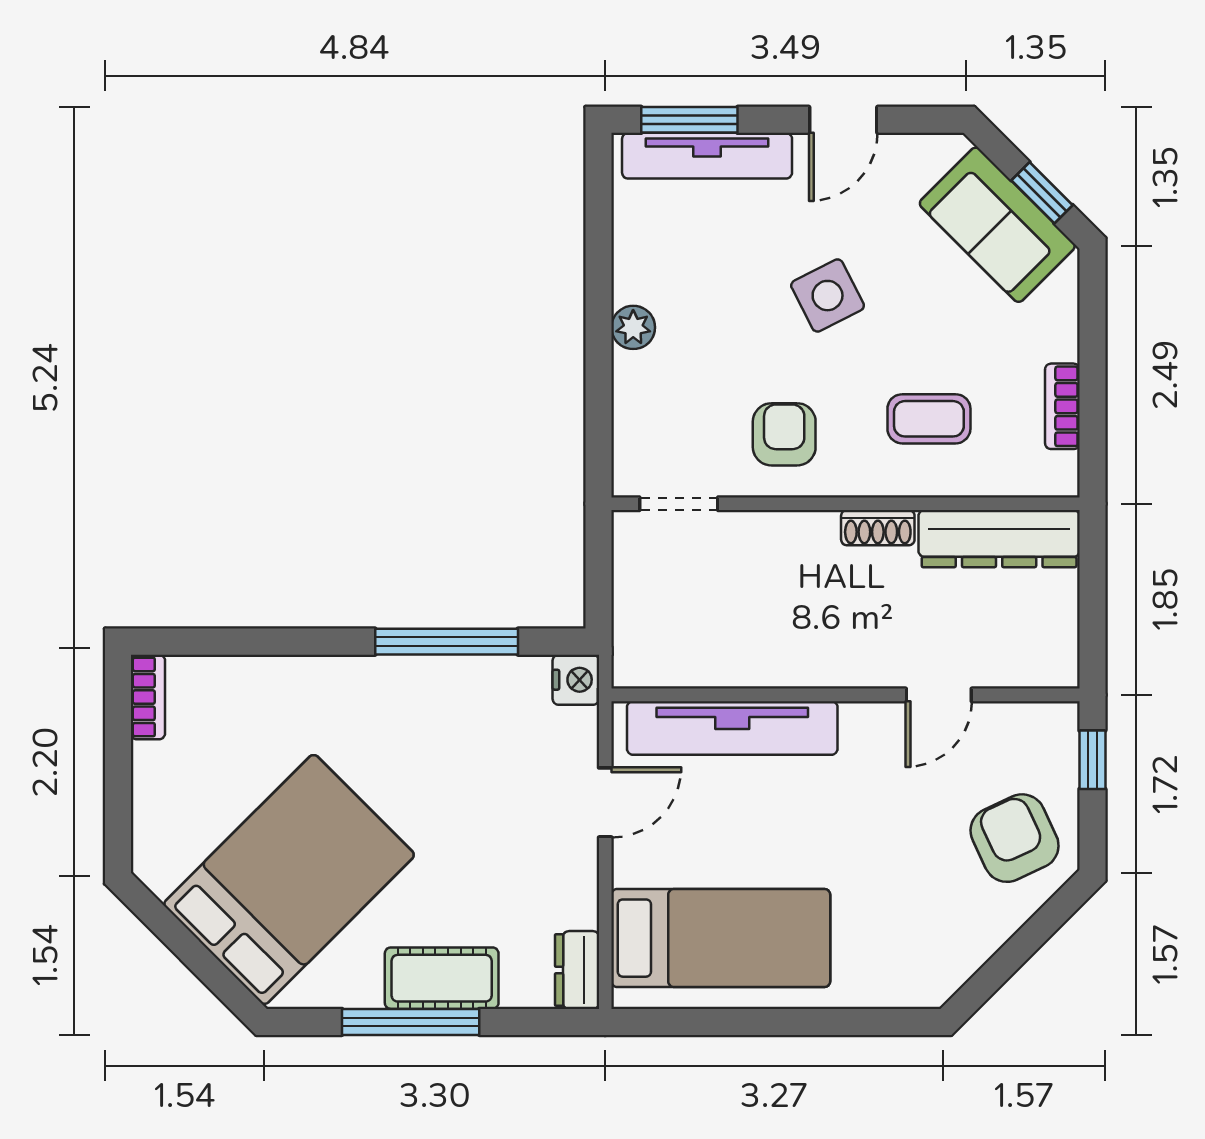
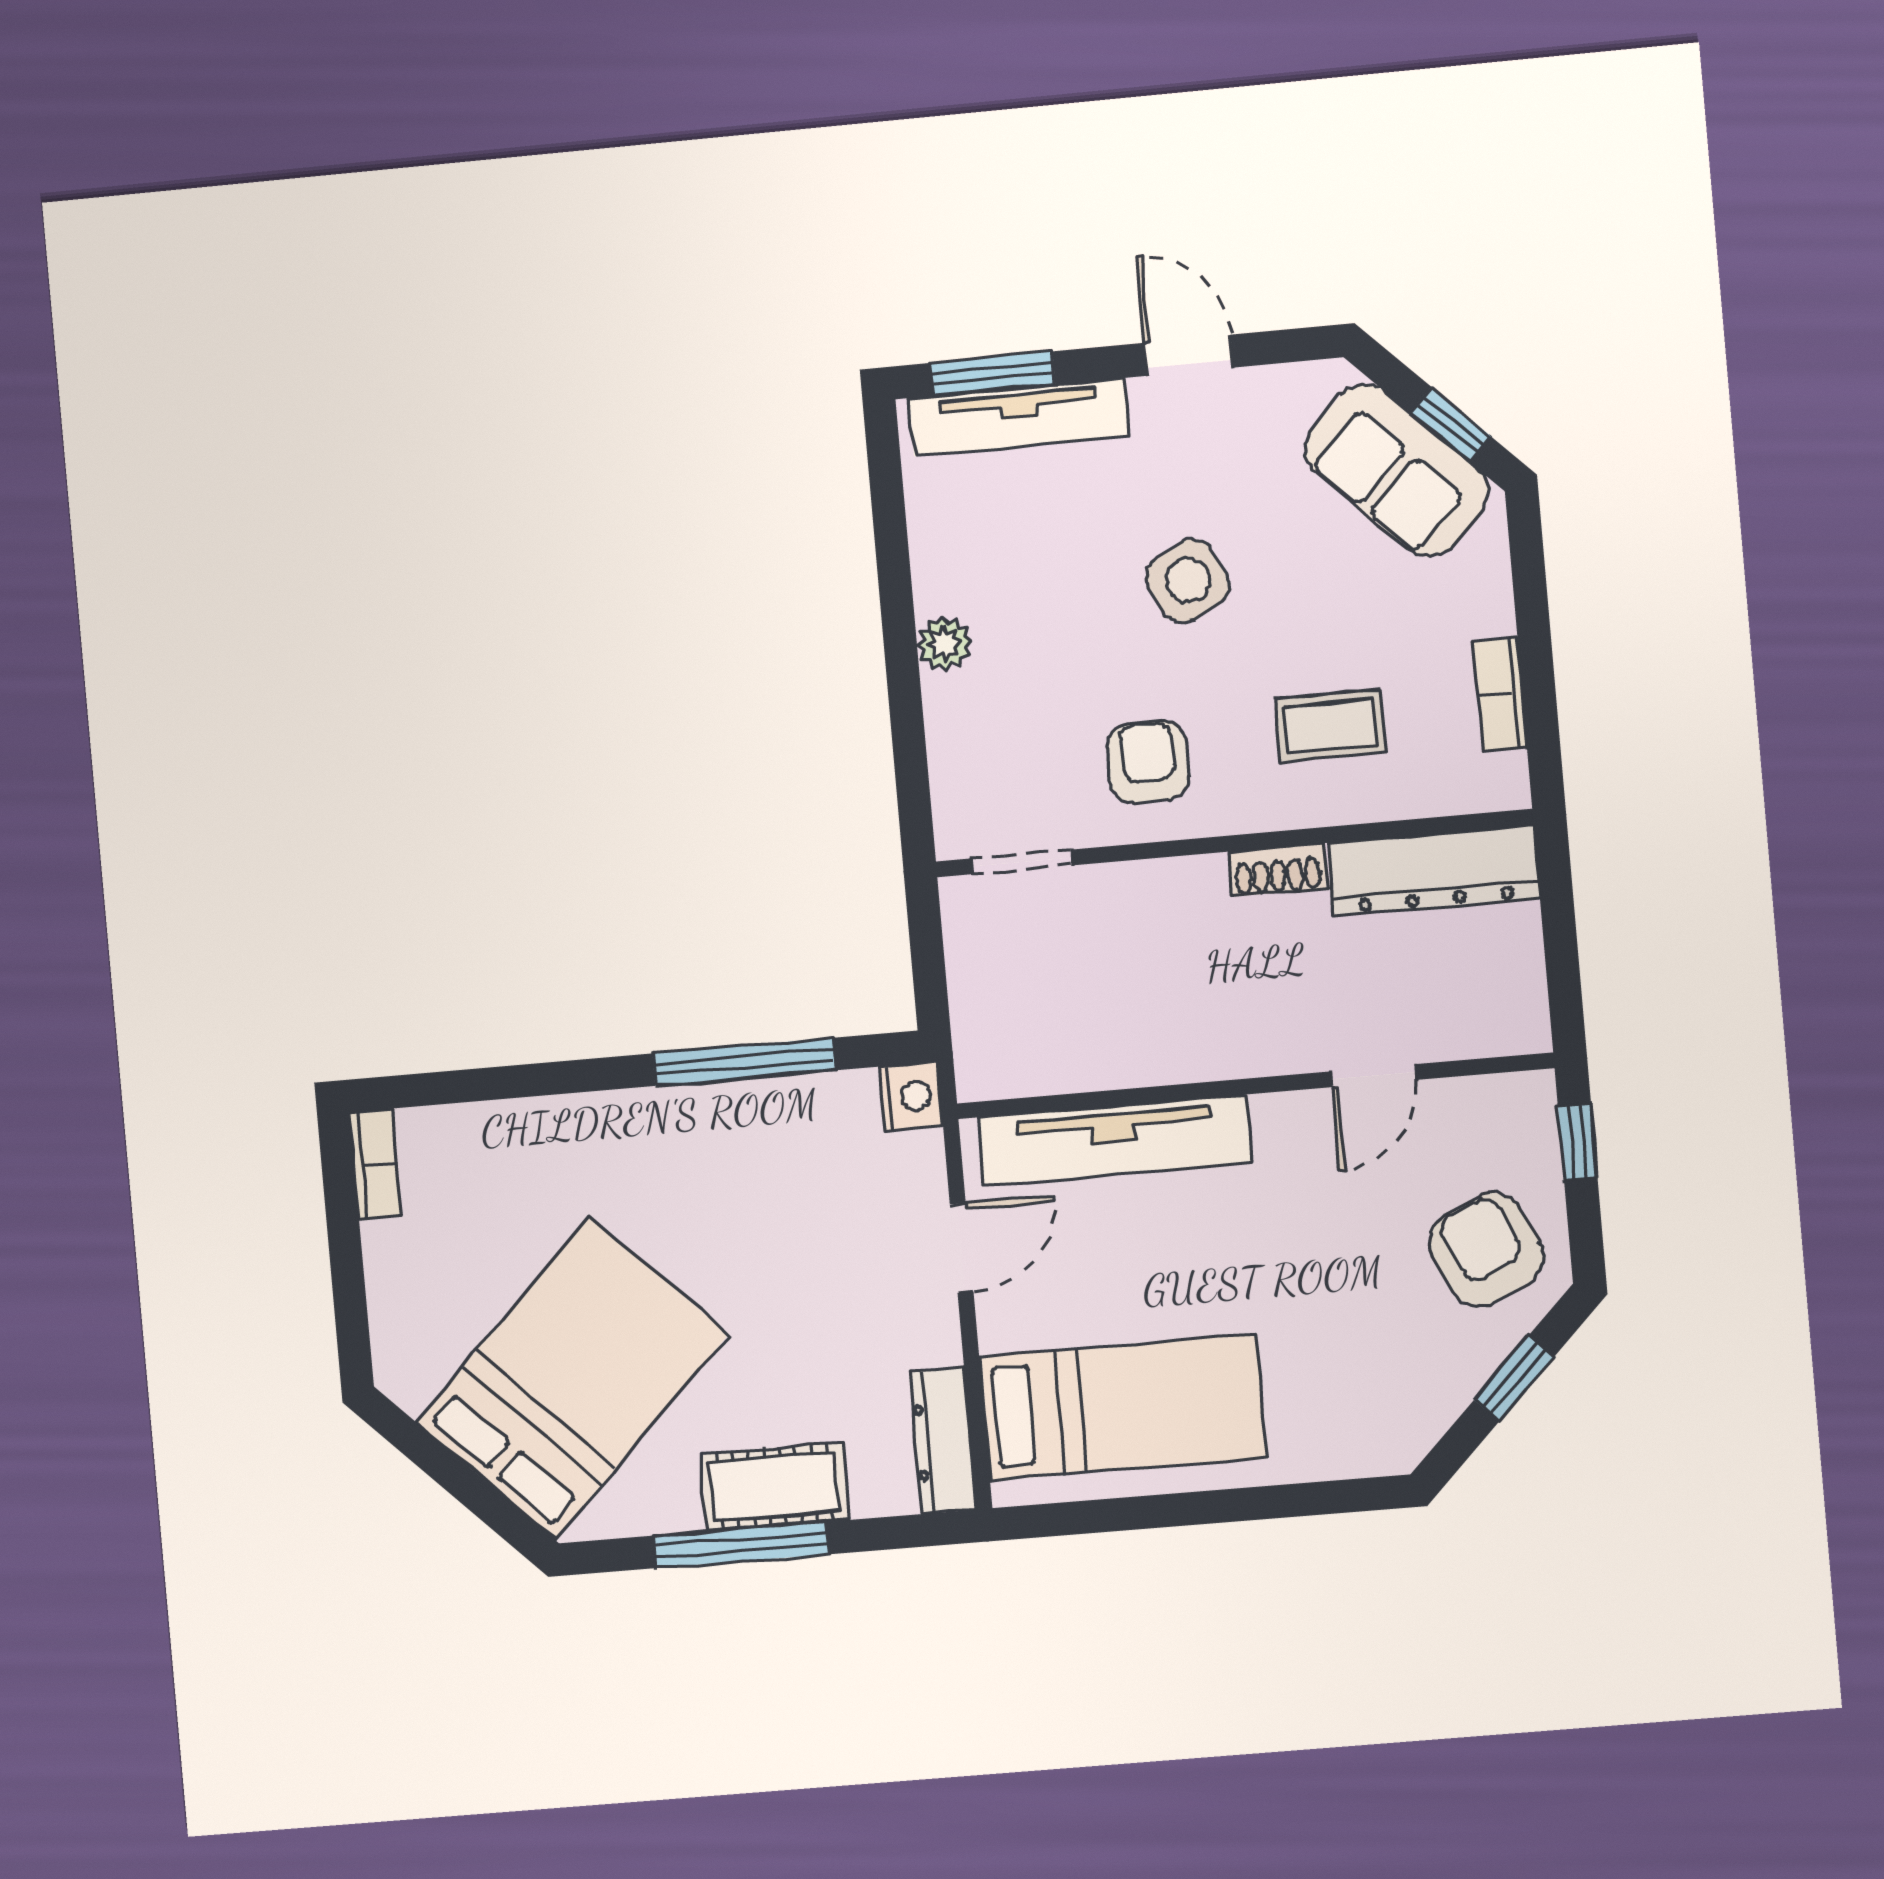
door: (843, 120) -> (1188, 355), swing flipped
window: (1027, 941) -> (1514, 1379), added
dresser: (577, 970) -> (943, 1441), width x1.44

